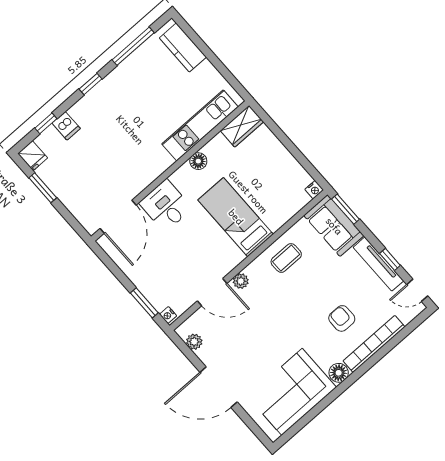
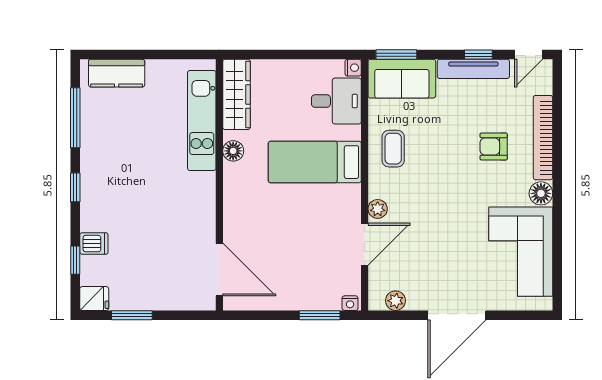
wardrobe: (242, 126) -> (236, 94), width x1.50
desk: (166, 206) -> (336, 101), moved, turned 180

